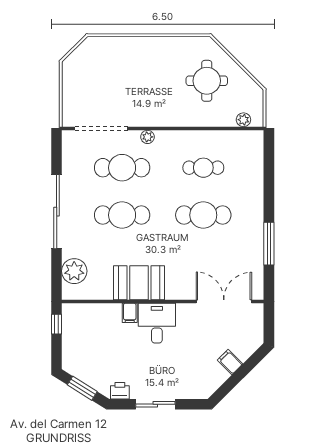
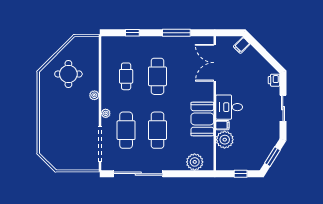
plant: (243, 120) -> (94, 95), moved
window: (269, 177) -> (132, 33), added
sliding door: (57, 212) -> (138, 174), moved
plant: (108, 316) -> (225, 140), added
window: (57, 324) -> (241, 174), moved
filing cabinet: (230, 362) -> (242, 45), moved
printer: (120, 391) -> (274, 80), moved

